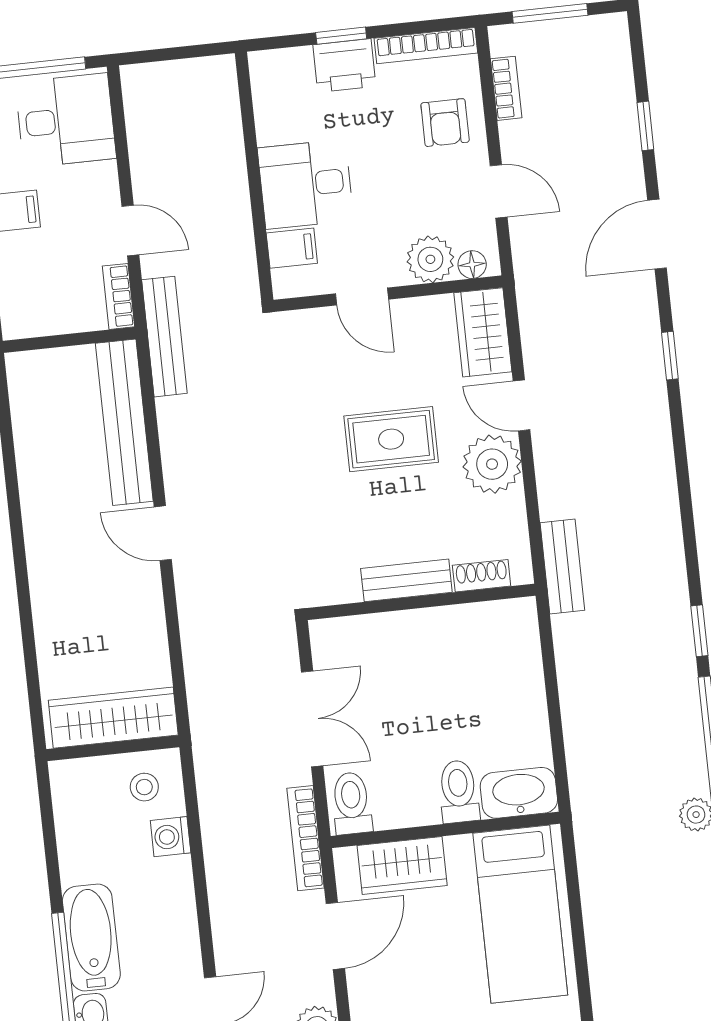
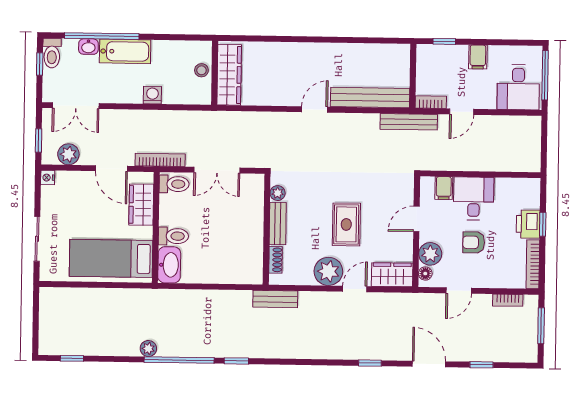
armchair: (445, 123) -> (474, 242), moved
plant: (344, 588) -> (278, 193), added
stool: (144, 787) -> (201, 70), moved
washing machine: (171, 837) -> (152, 95), moved

